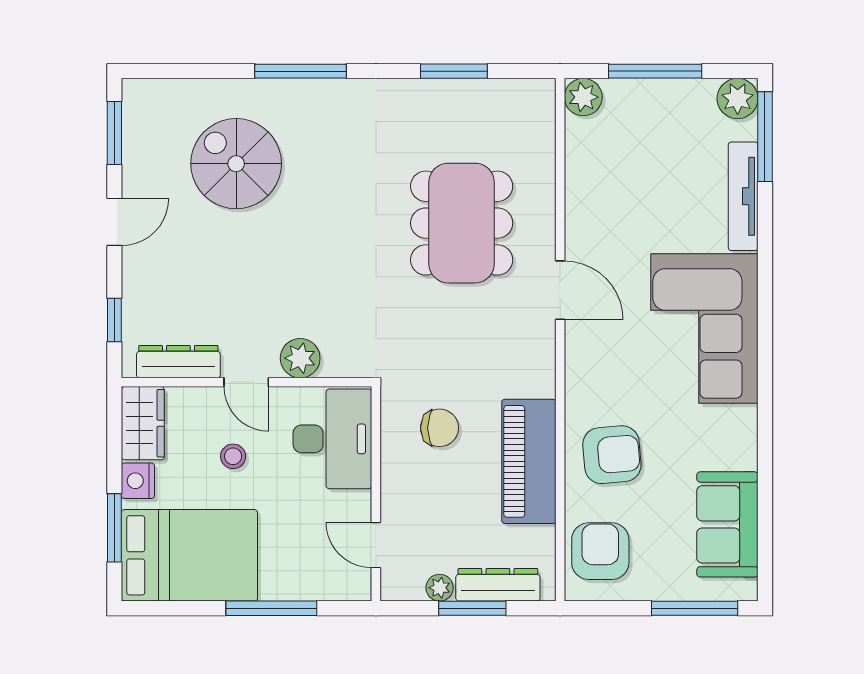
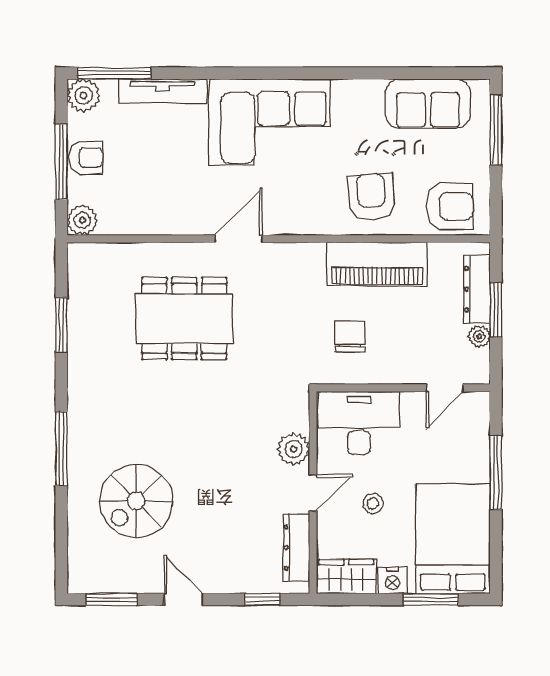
armchair: (661, 102) -> (86, 158), added
armchair: (600, 551) -> (450, 206), turned 180

